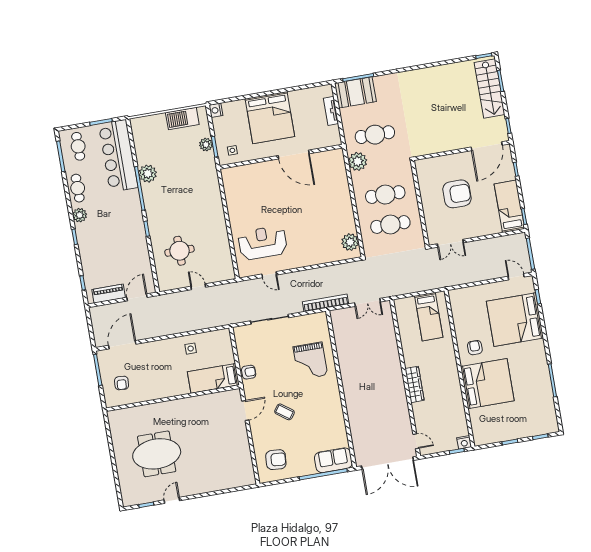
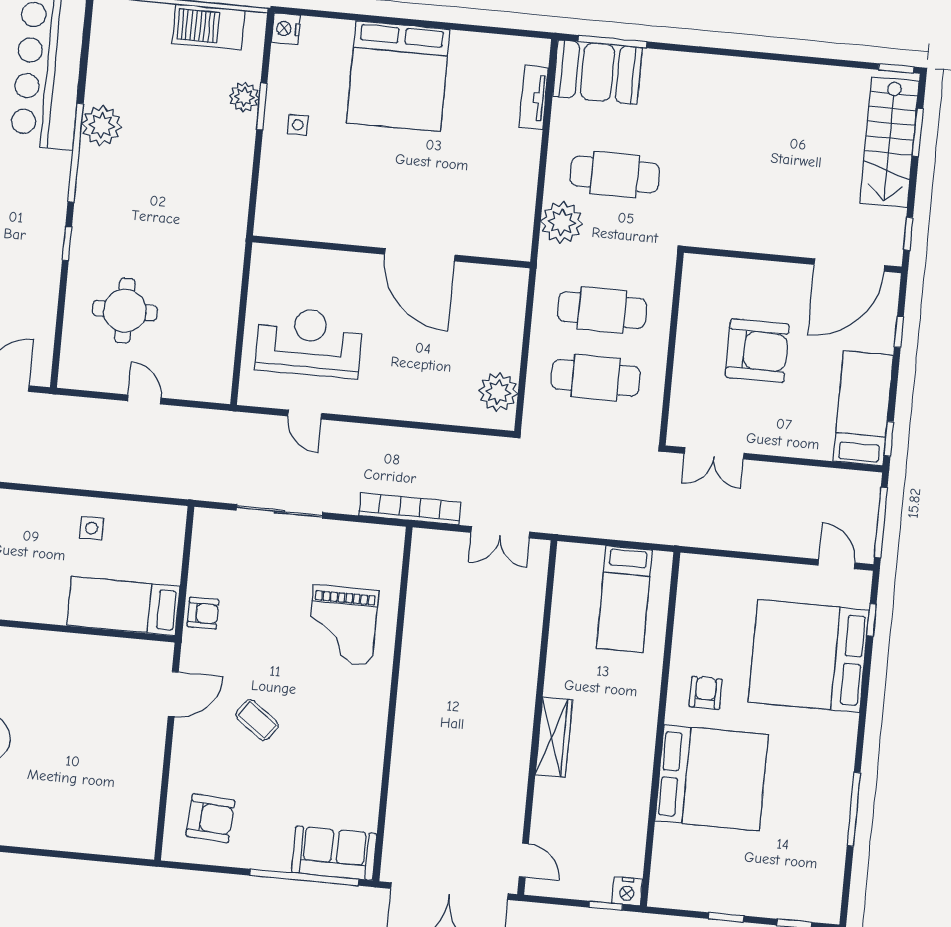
door: (294, 155) -> (420, 255), moved
wall: (281, 157) -> (391, 252), moved

